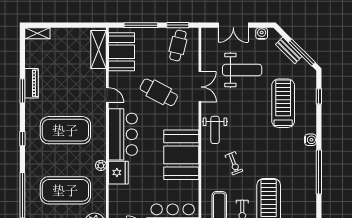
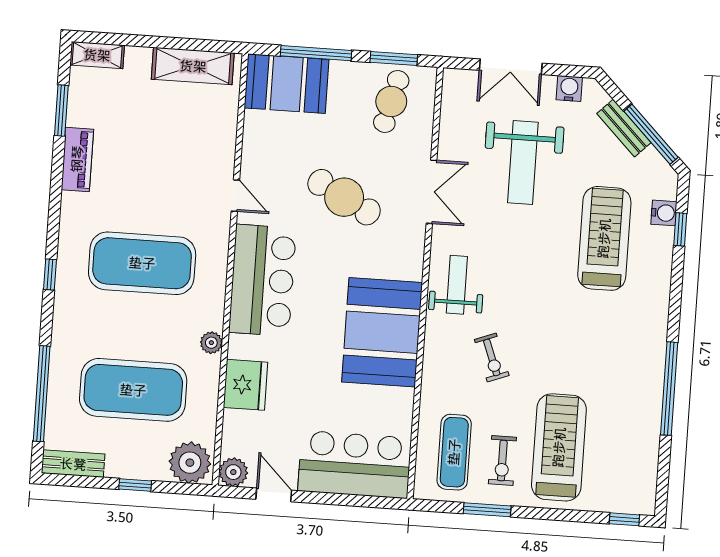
shelving: (98, 49) -> (193, 66), moved, turned 90
booth: (122, 52) -> (287, 84), moved, turned 90
weight bench: (242, 70) -> (523, 162), turned 90
window: (22, 91) -> (61, 110), moved
weight bench: (215, 130) -> (457, 285), turned 180
water cooler: (310, 140) -> (664, 213), moved
fridge: (118, 173) -> (245, 385), moved

